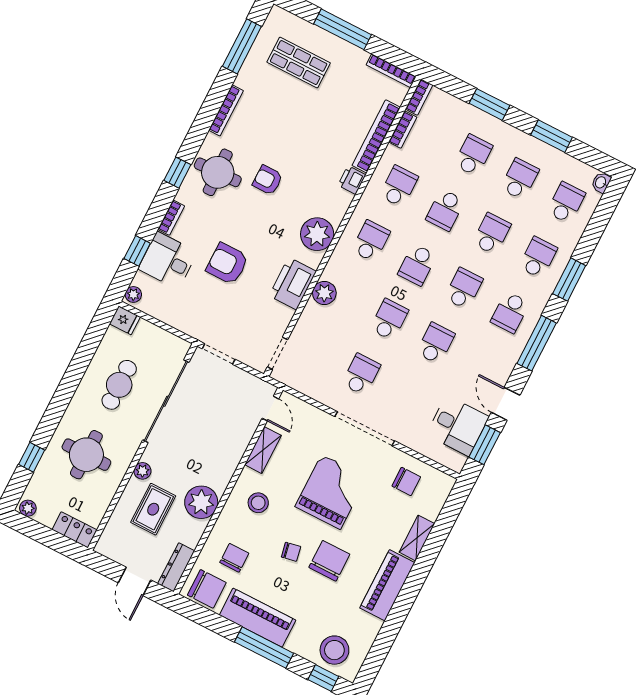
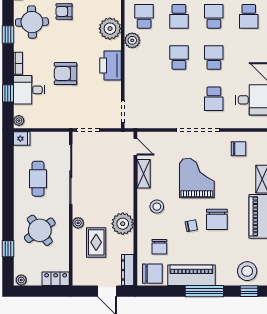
plant: (324, 293) -> (132, 40), moved
school desk: (361, 374) -> (214, 99), moved, turned 180
round table: (86, 455) -> (40, 230), turned -36
chair: (234, 558) -> (159, 247), turned 180
chair: (329, 561) -> (217, 219), turned 180

